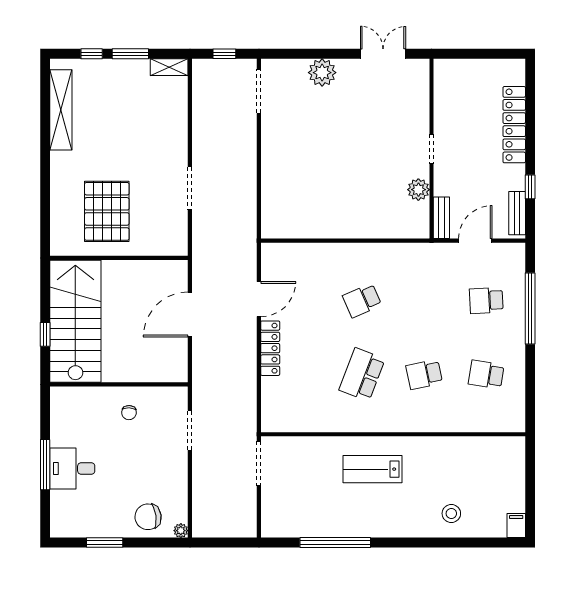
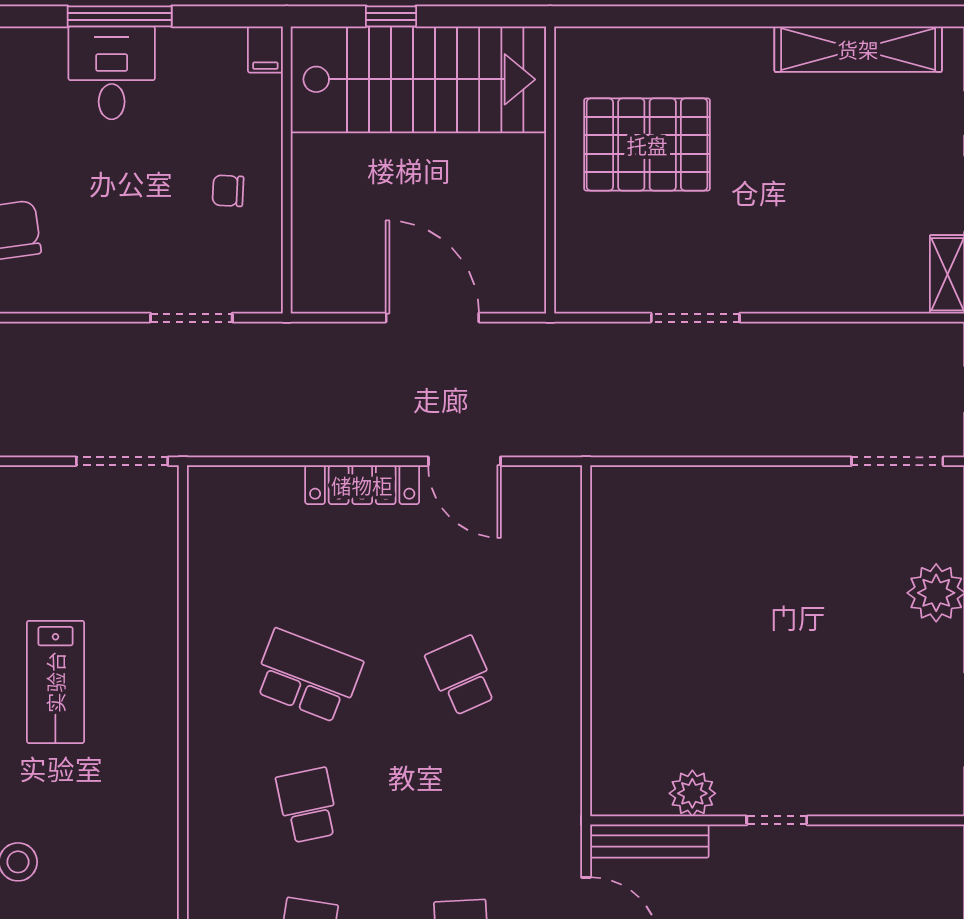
bench: (441, 218) -> (649, 841), width x1.36
filing cabinet: (61, 395) -> (265, 49), added
lab bench: (372, 469) -> (55, 682), moved, turned 180

